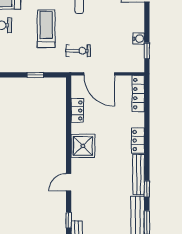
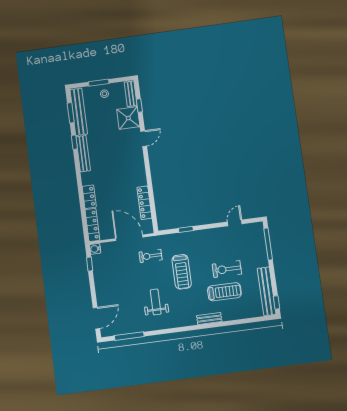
water cooler: (139, 39) -> (95, 249), moved
locker: (77, 110) -> (144, 203), width x1.53
locker: (138, 141) -> (89, 197), moved
shower: (83, 146) -> (128, 118), moved

